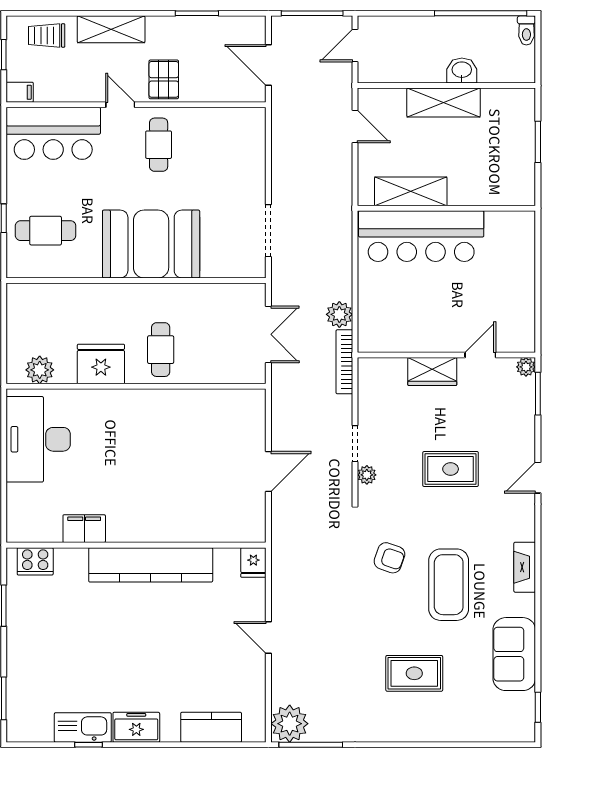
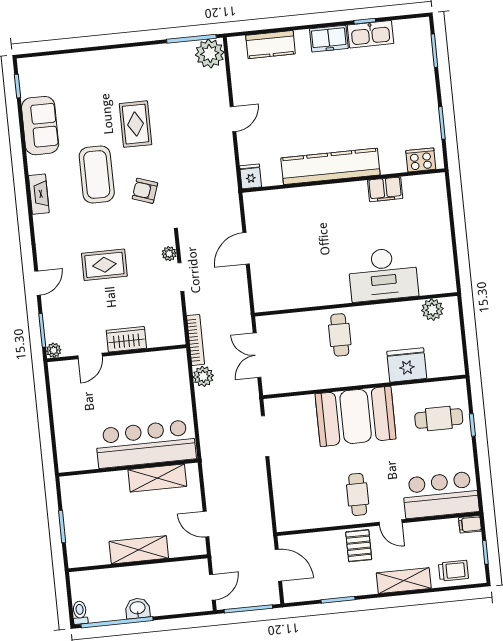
washbasin: (462, 70) -> (138, 608), moved, turned 180
fridge: (101, 364) -> (407, 365), moved, turned 180
desk: (38, 439) -> (383, 274), moved, turned 90
door: (538, 478) -> (37, 283), moved
door: (268, 637) -> (233, 119), hinge flipped
rug: (414, 673) -> (136, 124), moved, turned 90

